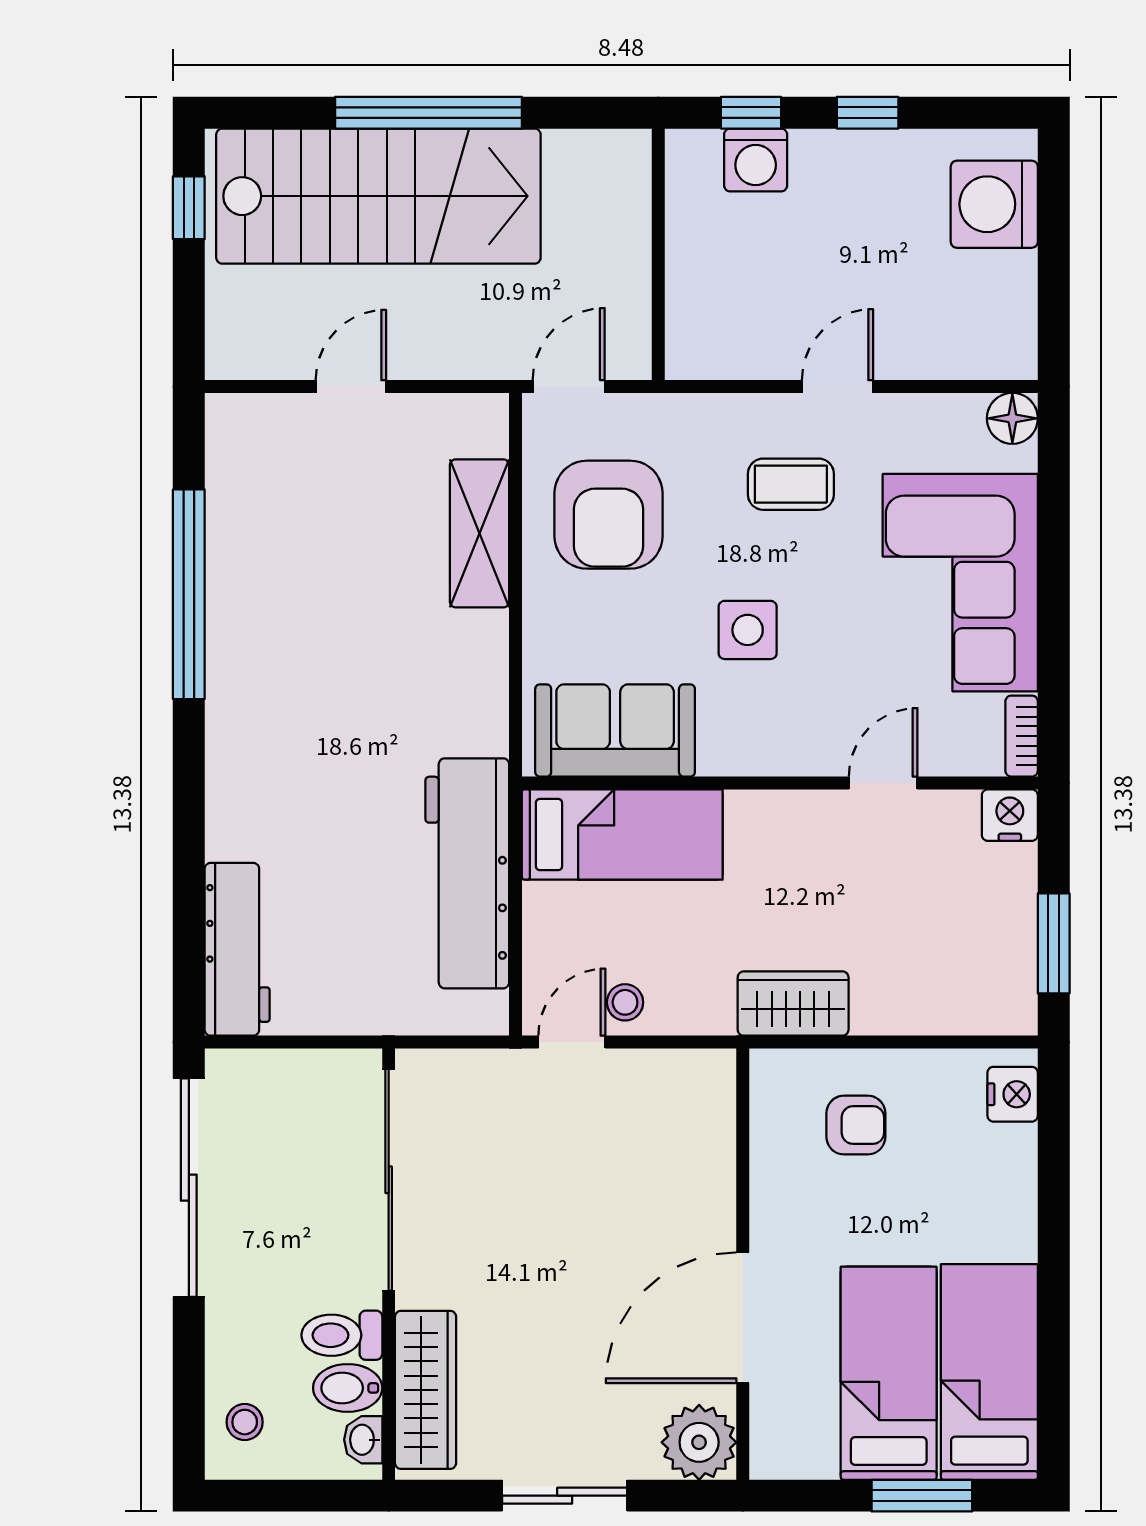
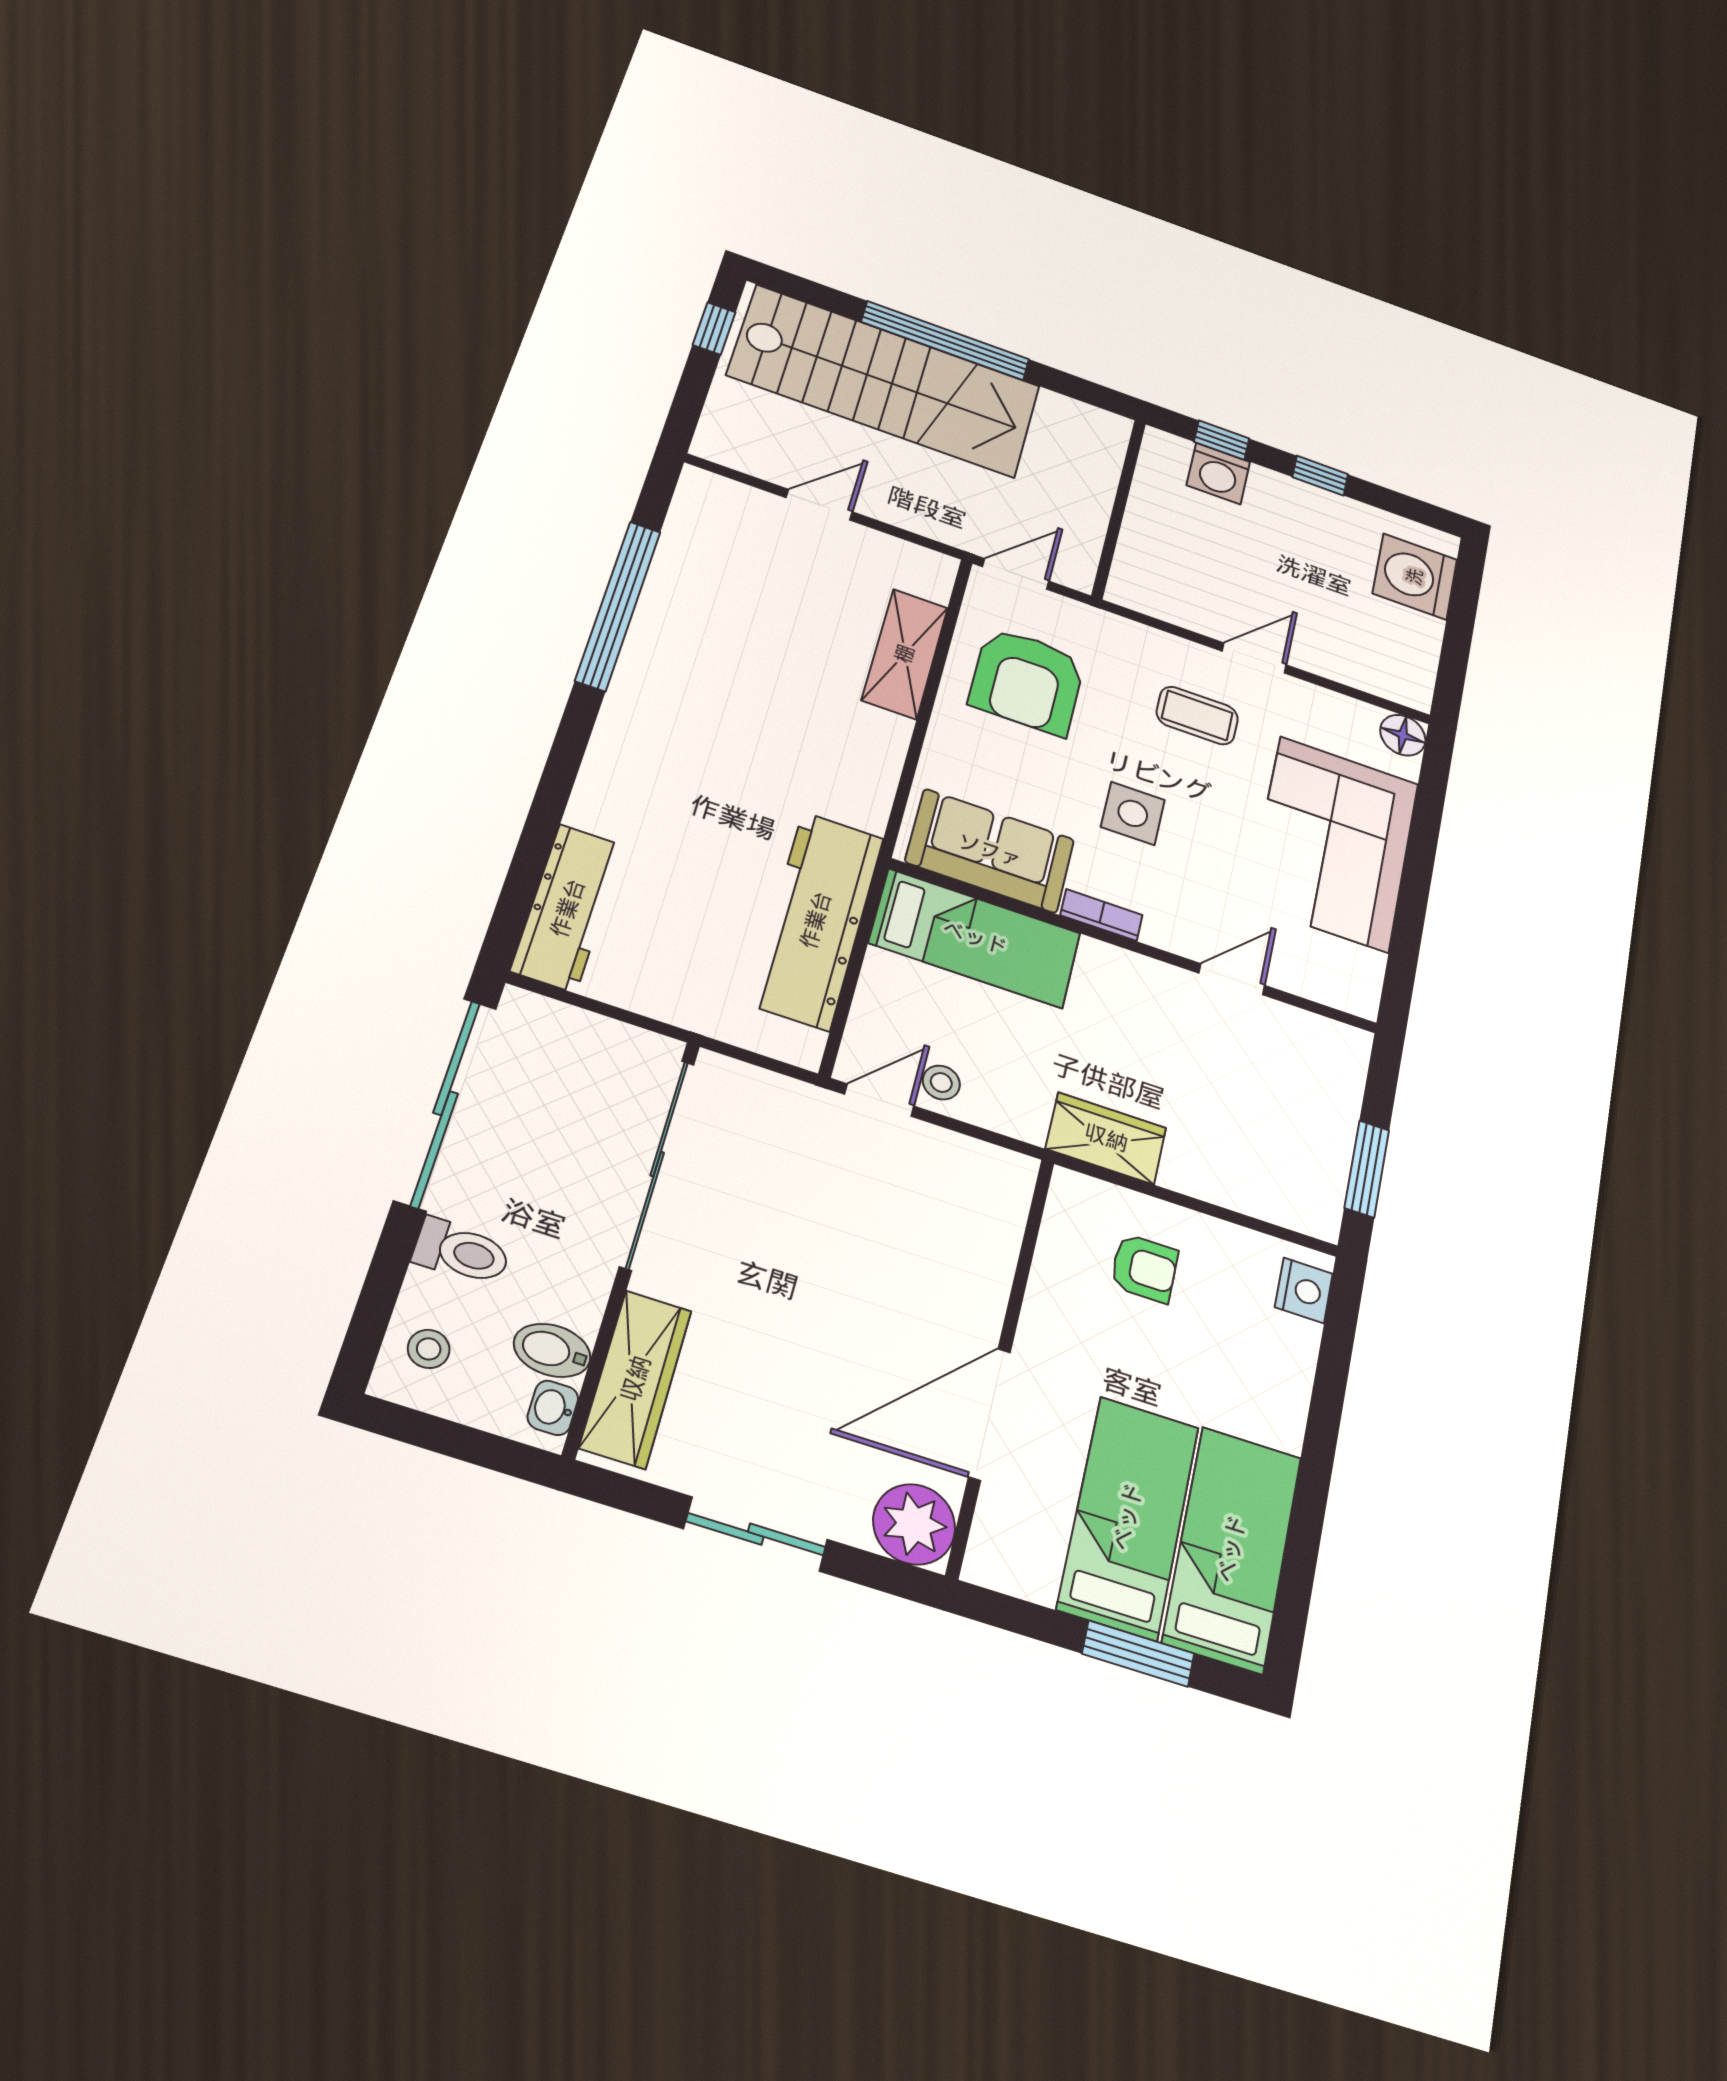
bookcase: (1022, 736) -> (1101, 915), moved, turned 90
nightstand: (1010, 815) -> (1345, 1046), removed
toilet: (342, 1335) -> (462, 1252), moved, turned 180

